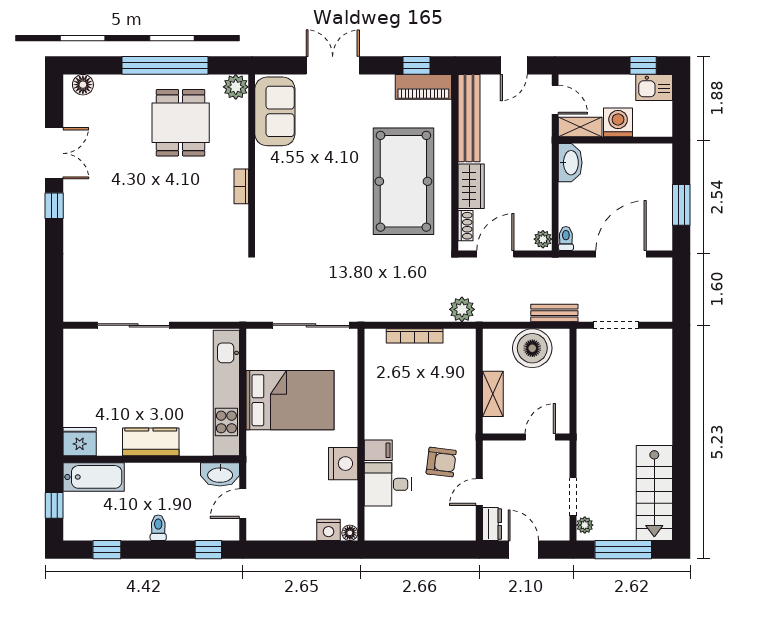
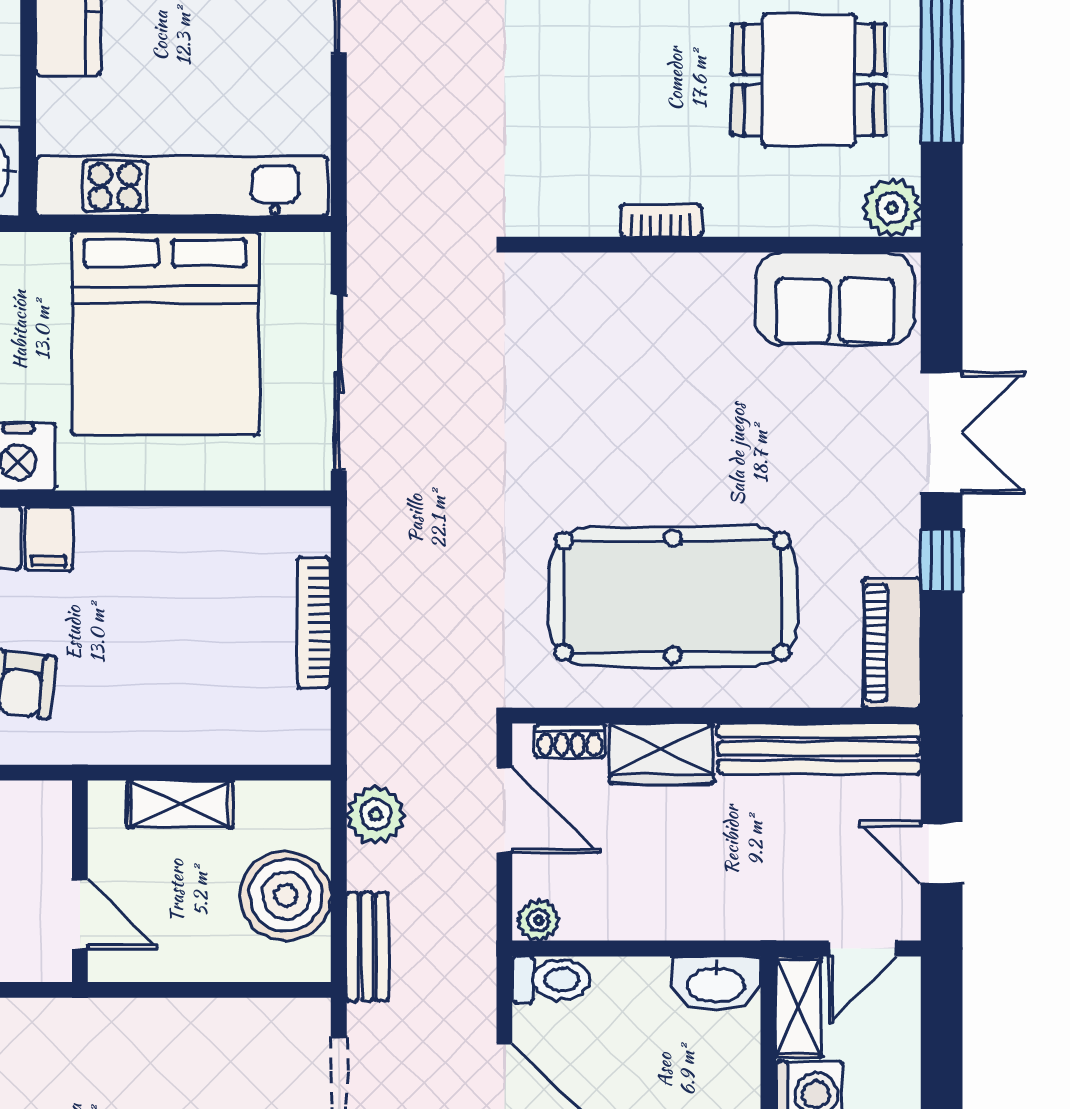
window: (416, 65) -> (942, 561), moved
toilet: (566, 239) -> (551, 980), width x1.37, depth x1.39
plant: (462, 309) -> (376, 815), moved
bed: (290, 400) -> (165, 334), width x1.36

